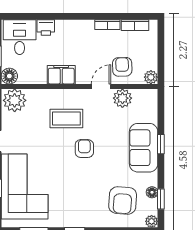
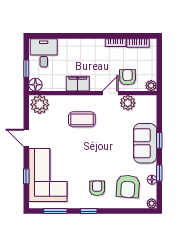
printer: (46, 27) -> (65, 45), removed
armchair: (84, 149) -> (97, 188), moved
window: (161, 199) -> (159, 173), moved

